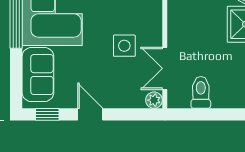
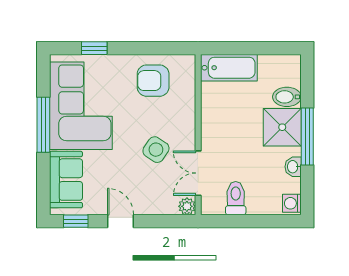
side table: (124, 46) -> (156, 150), turned 34

